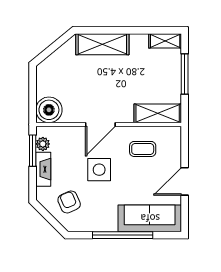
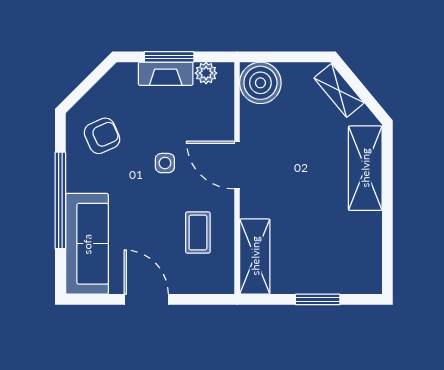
shelving: (165, 41) -> (339, 90), moved, turned -40
window: (185, 74) -> (318, 299), width x0.69
window: (33, 151) -> (169, 57), moved
side table: (99, 170) -> (165, 163), width x0.54, depth x0.54
armchair: (69, 202) -> (102, 136), moved

